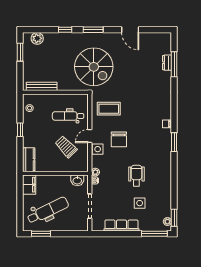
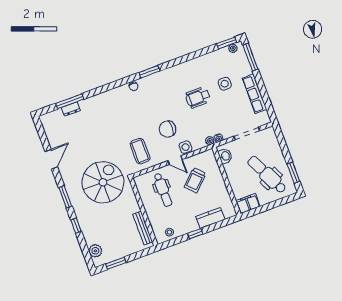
chair: (119, 139) -> (168, 129), turned 180
kitchen counter: (29, 160) -> (210, 218), moved

